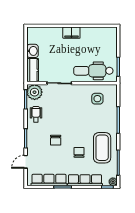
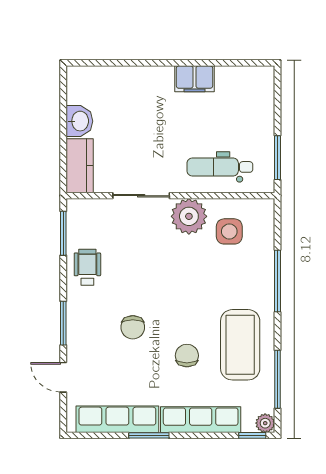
filing cabinet: (71, 33) -> (194, 79), moved
dental chair: (93, 71) -> (220, 167), width x0.73, depth x0.72
plant: (35, 92) -> (189, 216), moved
door: (26, 162) -> (63, 377), hinge flipped

